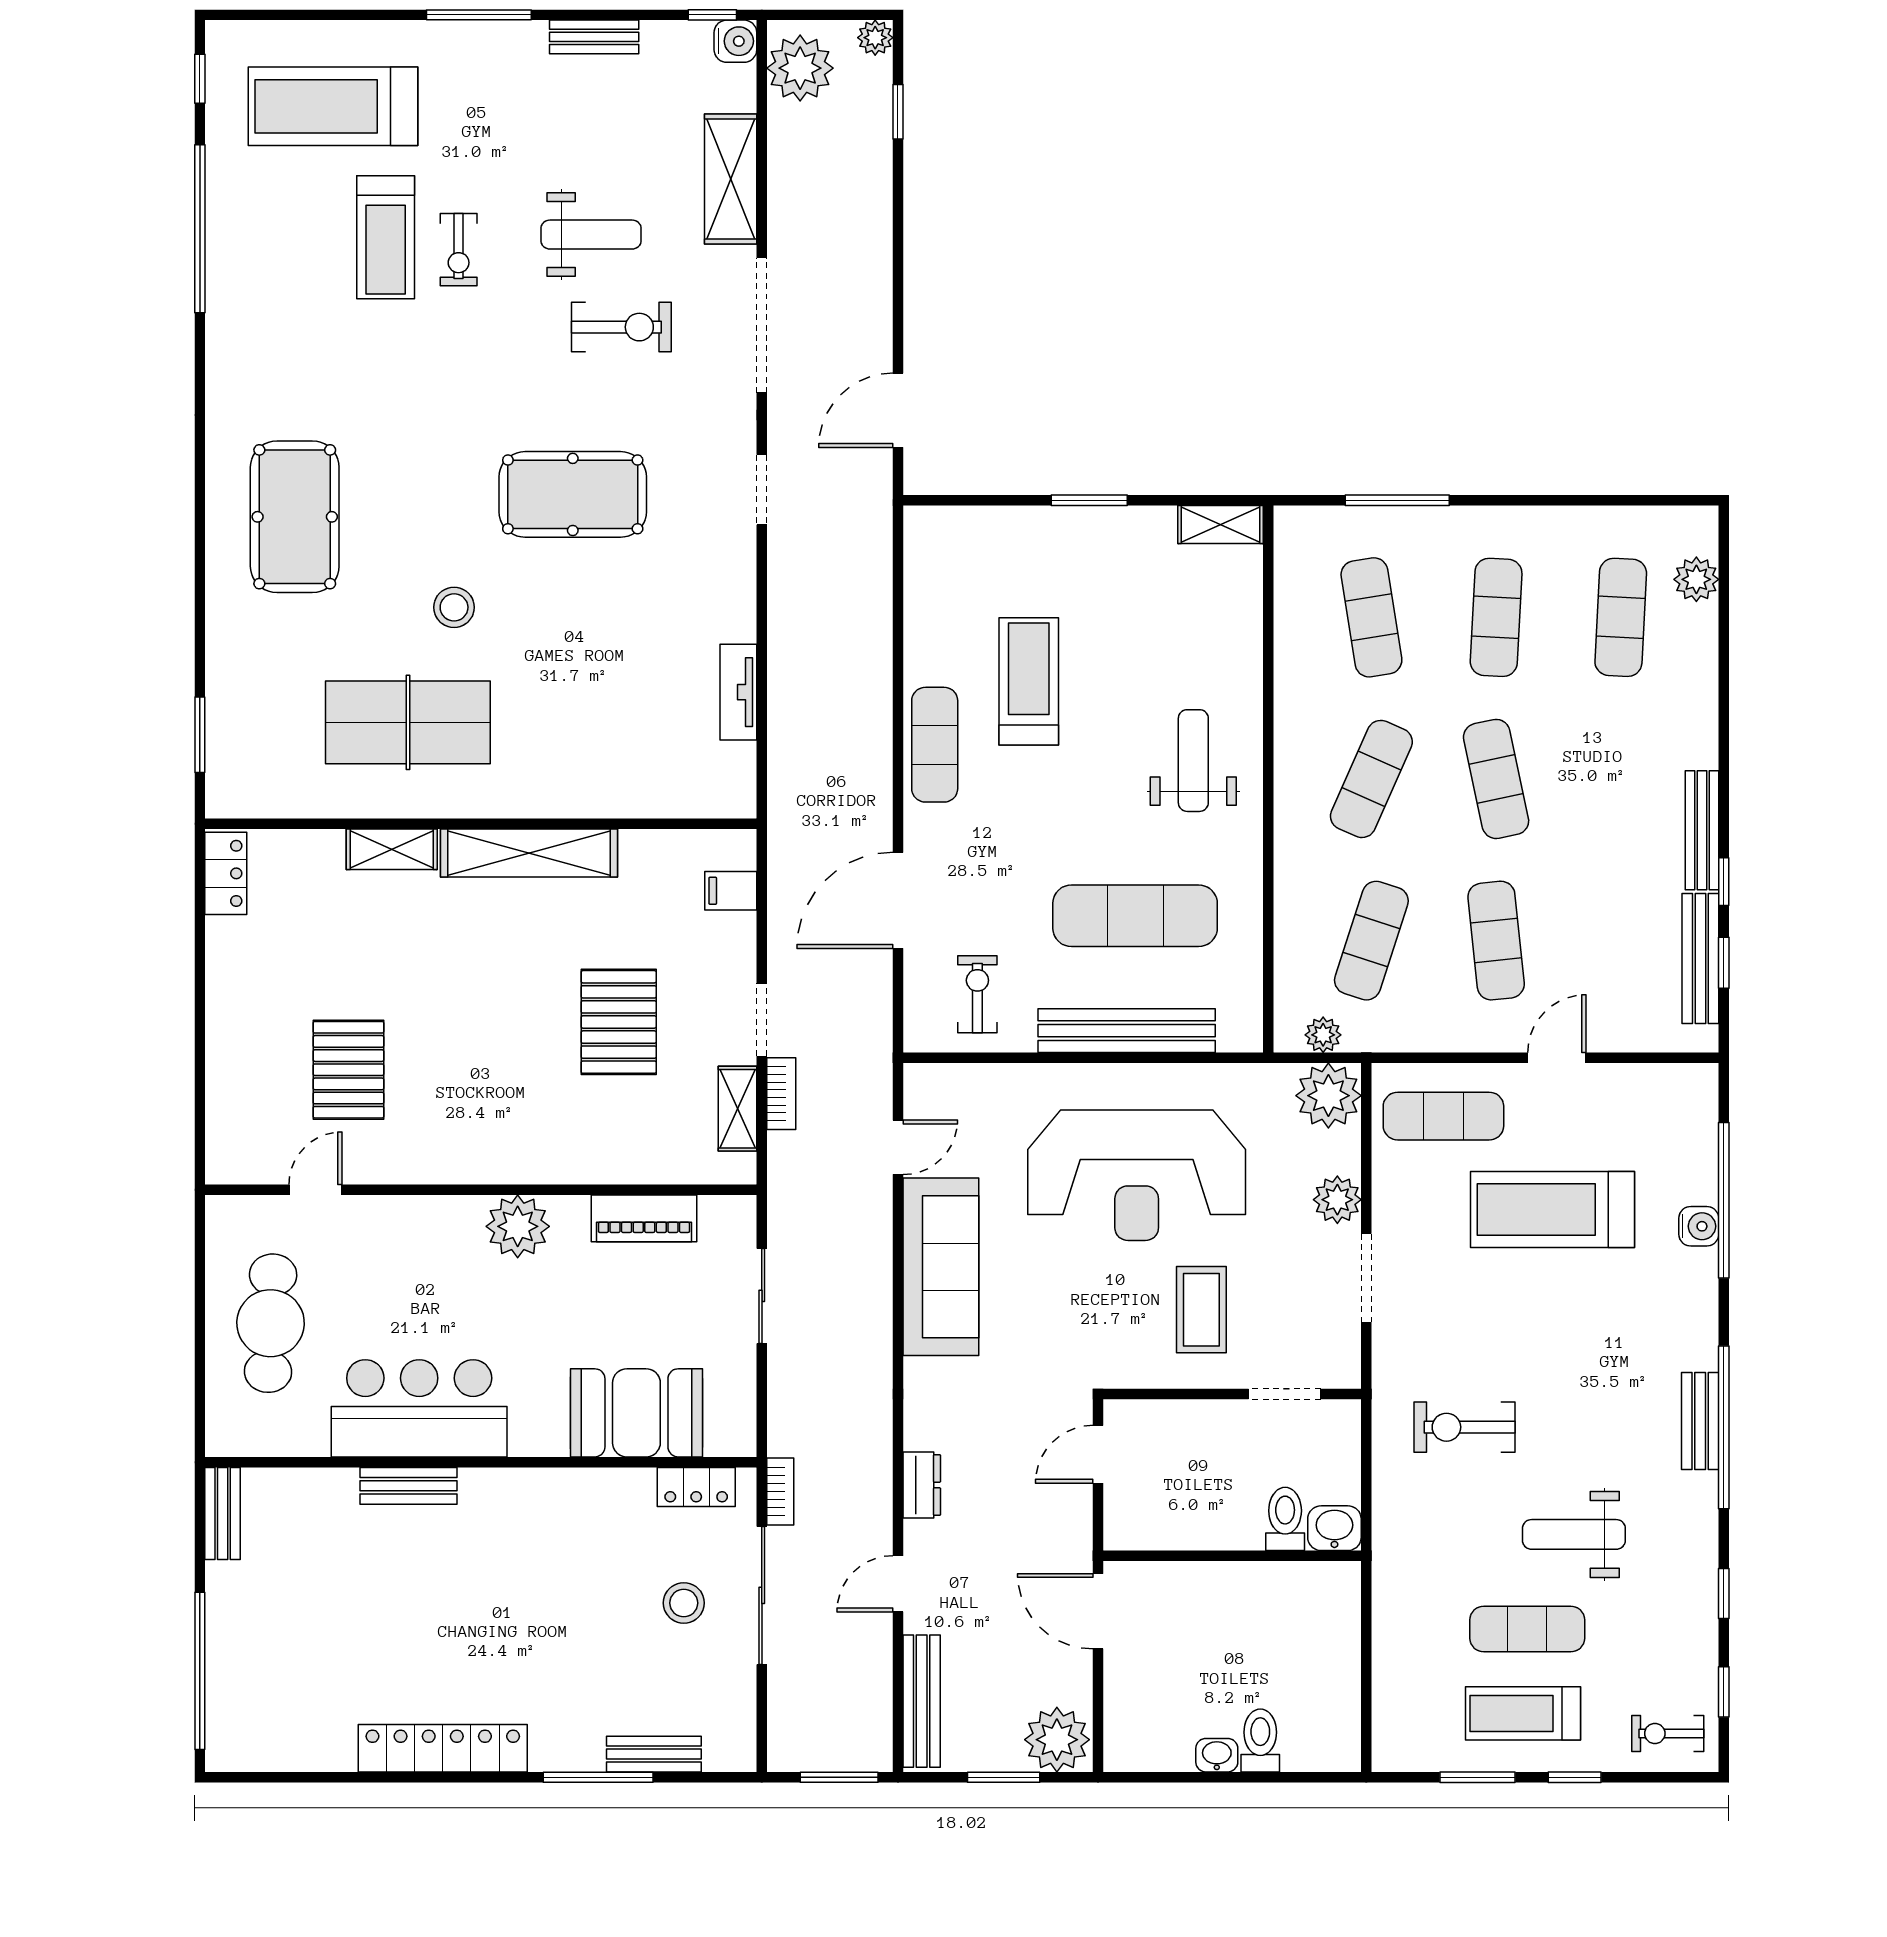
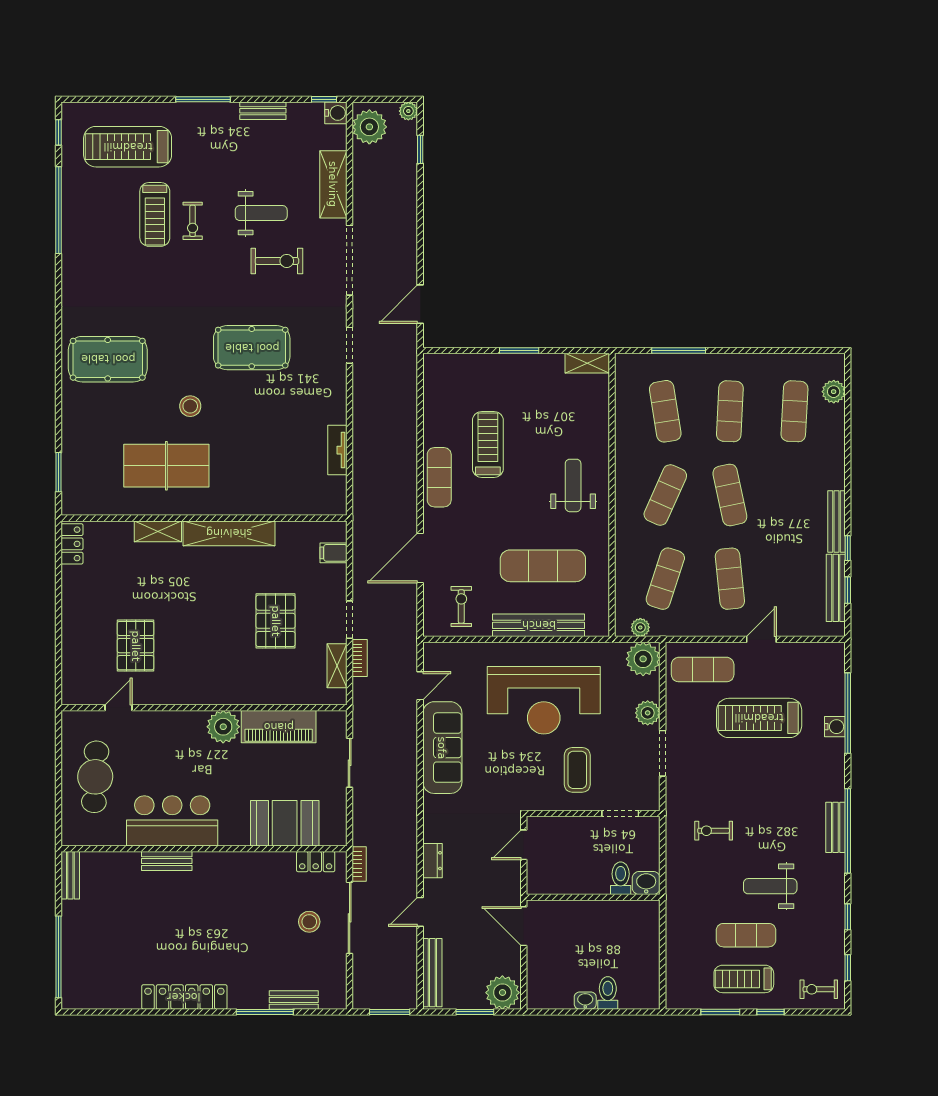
pool table: (295, 517) -> (108, 359), turned 90
piano: (644, 1218) -> (279, 727), width x1.37, depth x1.33
exercise bike: (1465, 1427) -> (714, 831), width x0.73, depth x0.72

